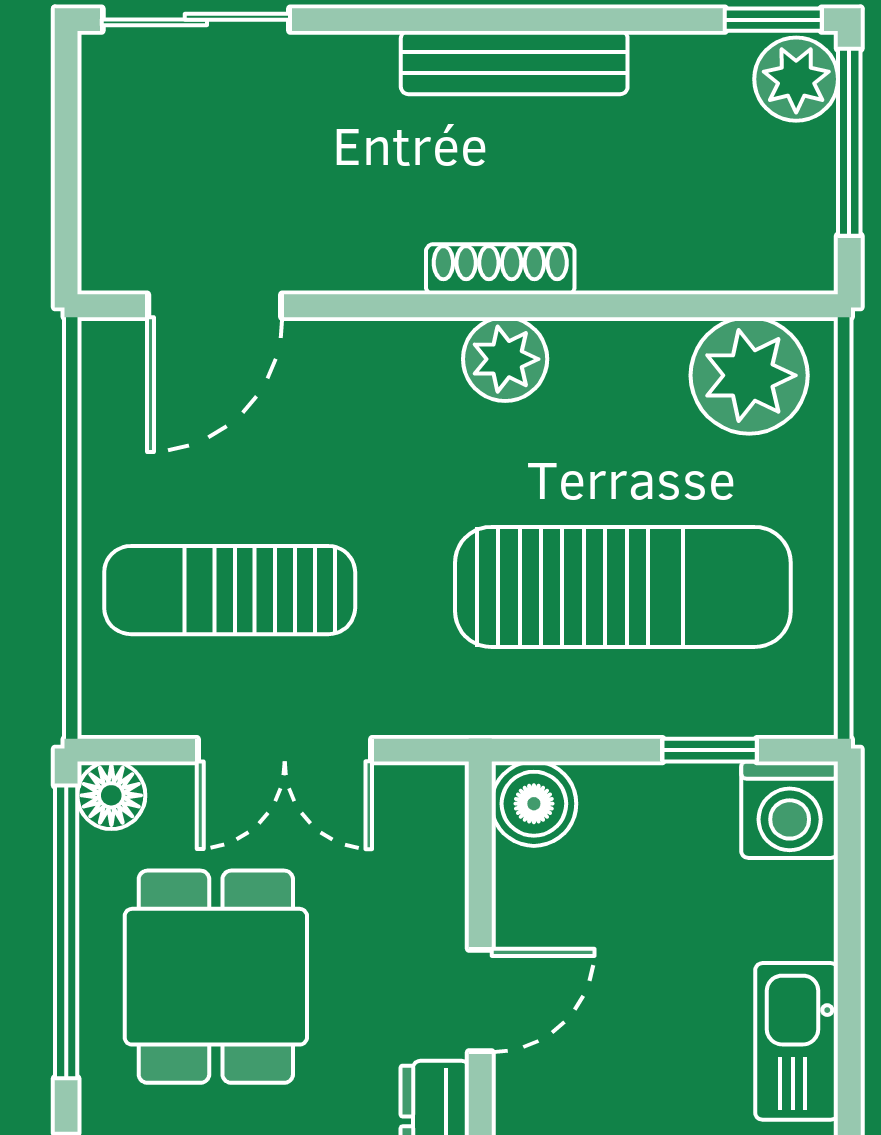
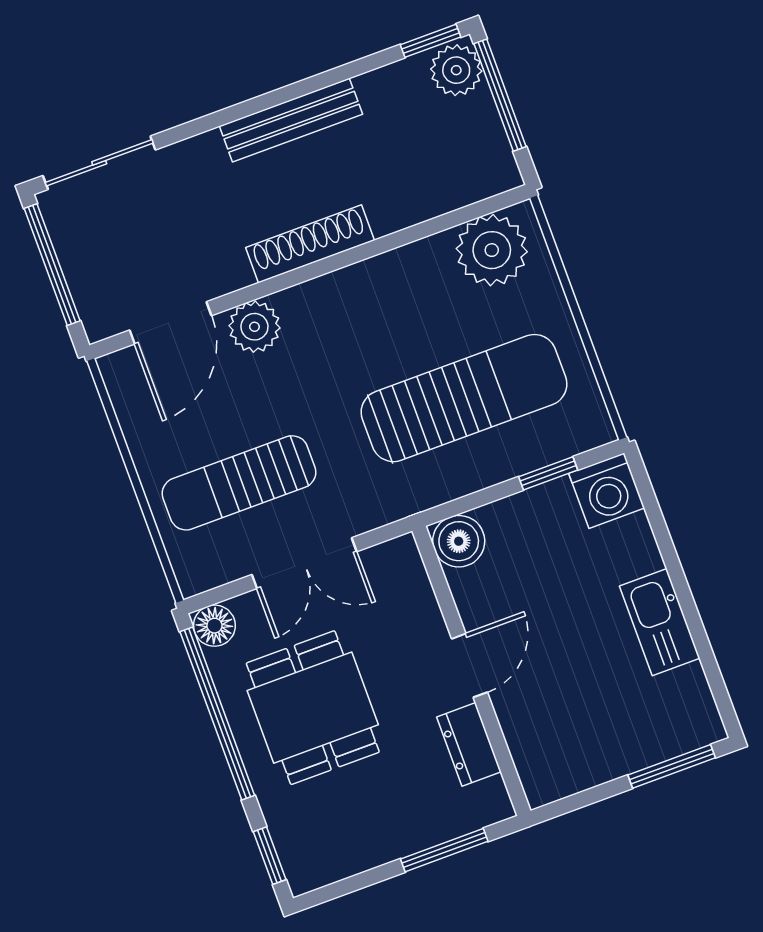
window: (66, 149) -> (52, 265), added
shoe rack: (500, 269) -> (310, 244), width x1.36, depth x1.24
plant: (505, 359) -> (254, 327), moved

